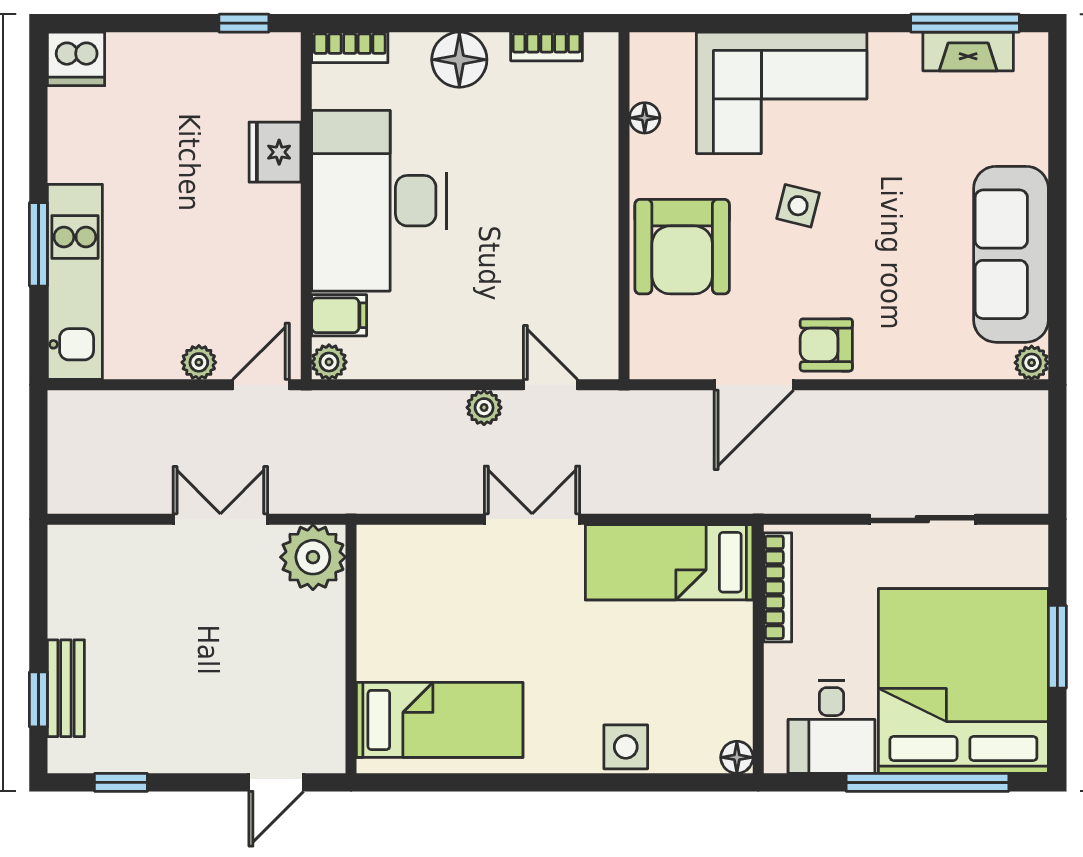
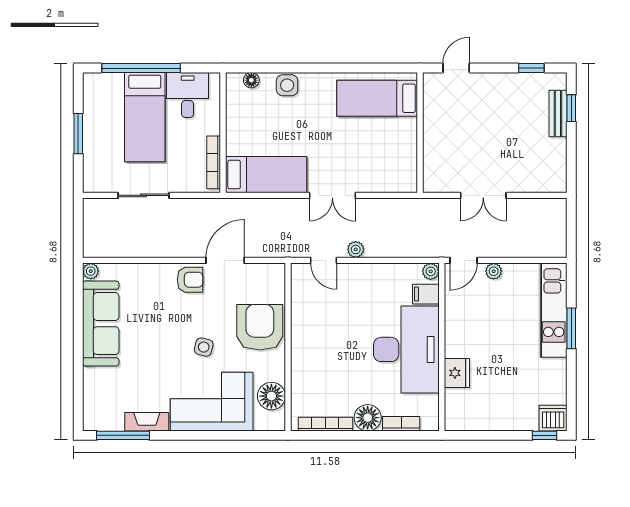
window: (244, 23) -> (545, 435), moved
bookcase: (547, 46) -> (325, 424), width x1.56
bookcase: (350, 47) -> (401, 424), moved
fireplace: (968, 51) -> (147, 422), moved
floor lamp: (645, 118) -> (271, 396), width x1.89, depth x1.89
plant: (313, 557) -> (438, 177), removed
bed: (963, 681) -> (145, 117), width x0.49
floor lamp: (737, 757) -> (251, 80), moved

